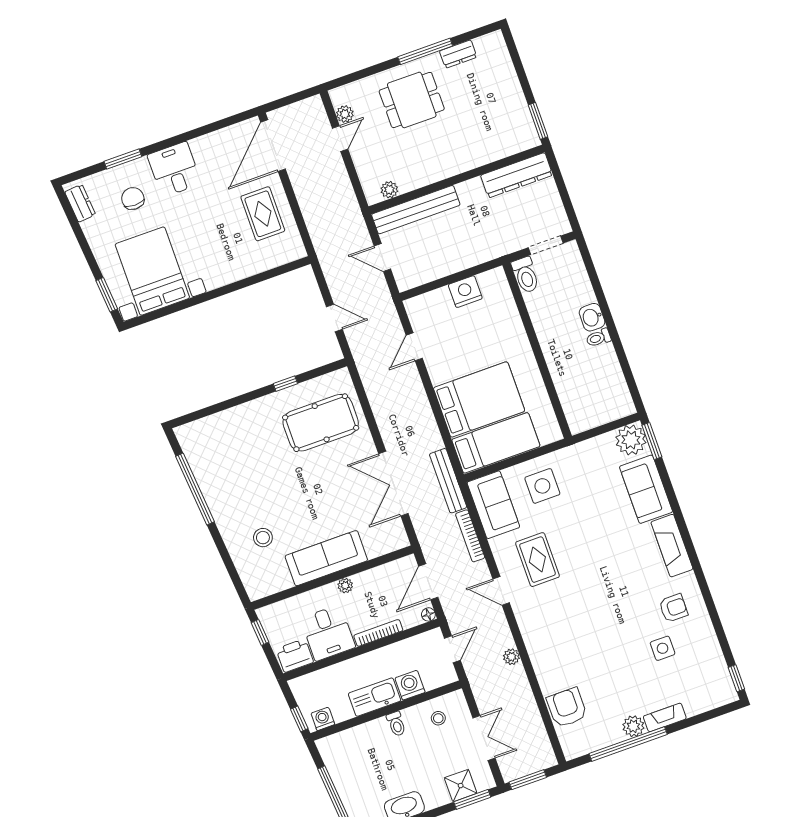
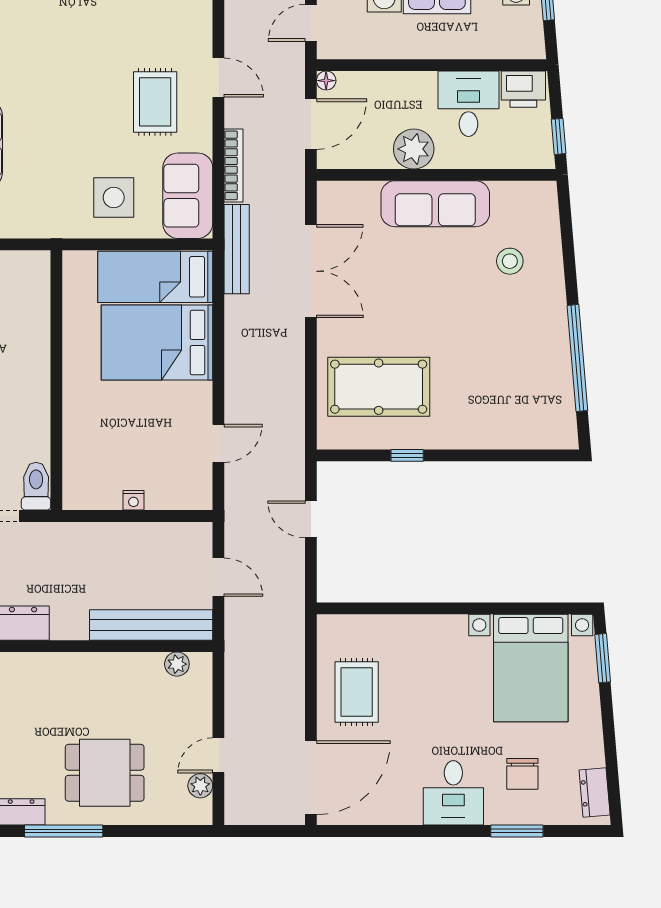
nightstand: (465, 292) -> (133, 500), width x0.53, depth x0.56
plant: (345, 586) -> (414, 149), width x1.88, depth x1.88
bookcase: (378, 633) -> (402, 80), removed

